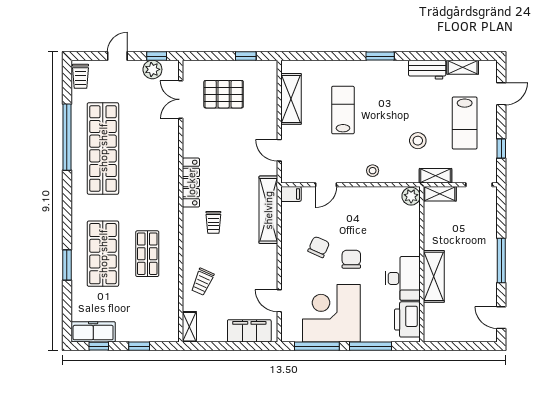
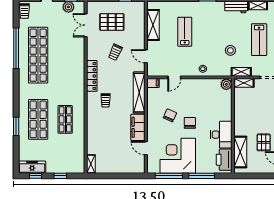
shelving: (434, 276) -> (240, 152), moved
trolley: (202, 282) -> (115, 52), moved
pallet: (472, 291) -> (264, 142), added
filing cabinet: (249, 331) -> (138, 127), moved, turned -90

